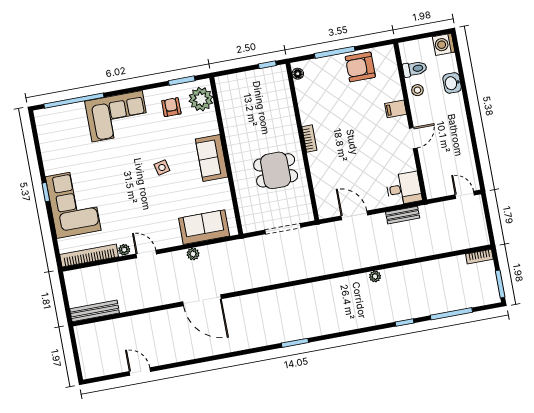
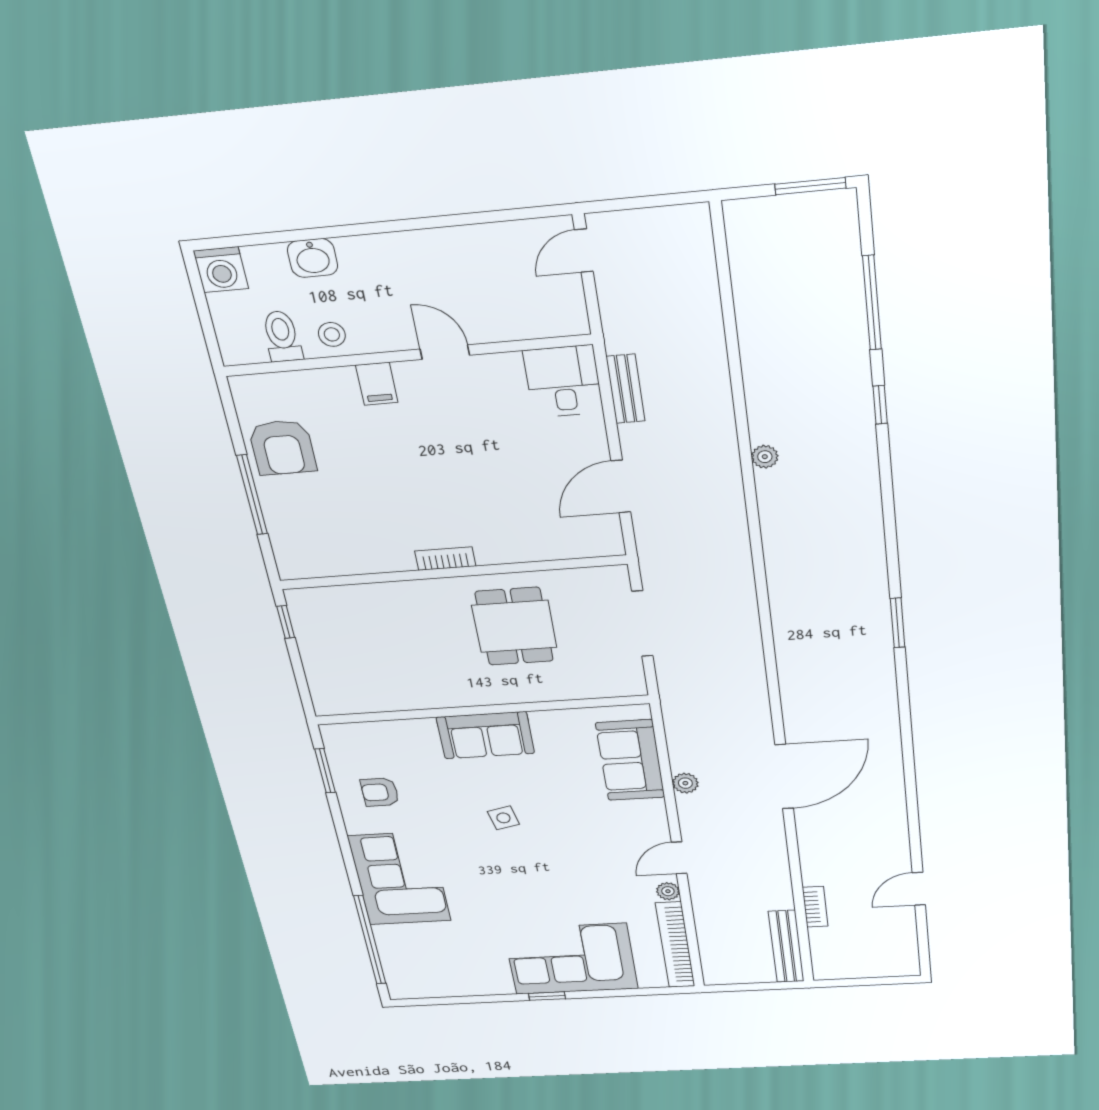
floor lamp: (298, 74) -> (303, 568), removed
plant: (201, 99) -> (362, 742), removed
bookcase: (479, 257) -> (815, 907), moved

